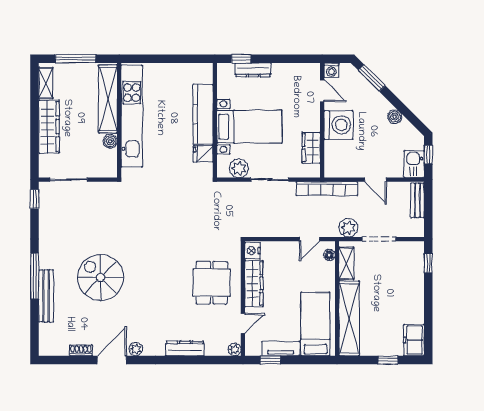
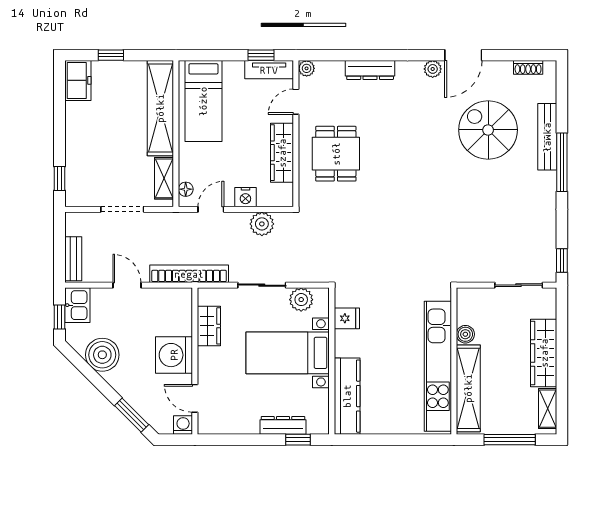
kitchen counter: (203, 114) -> (347, 396), moved
boiler: (395, 117) -> (102, 355), width x1.86, depth x1.86
plant: (348, 228) -> (262, 224), moved
nightstand: (253, 251) -> (245, 197), moved, turned 90
spiral stairs: (101, 278) -> (488, 130), moved, turned 180
tv unit: (281, 349) -> (269, 70), moved
shoe rack: (81, 350) -> (528, 67), moved

